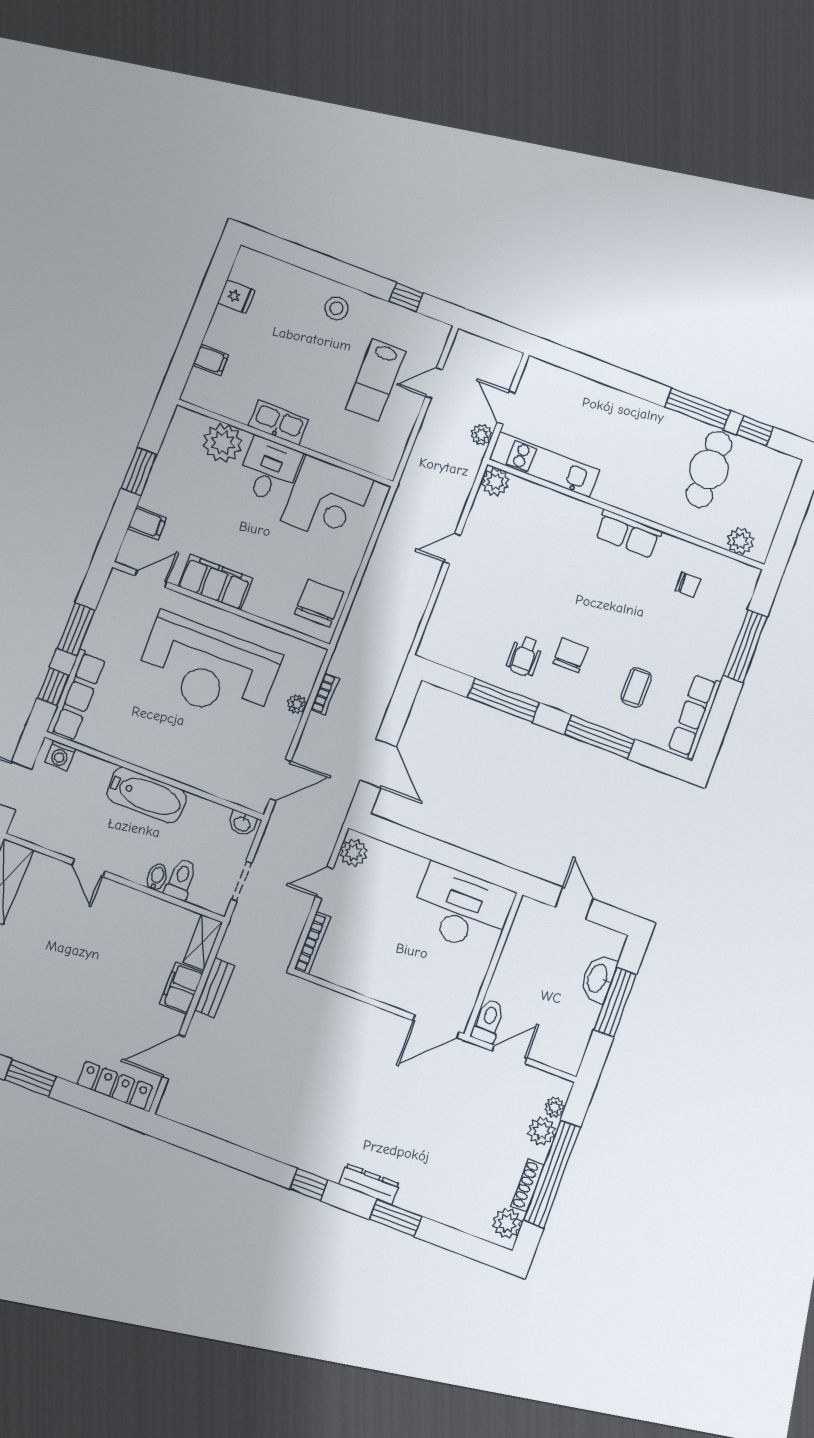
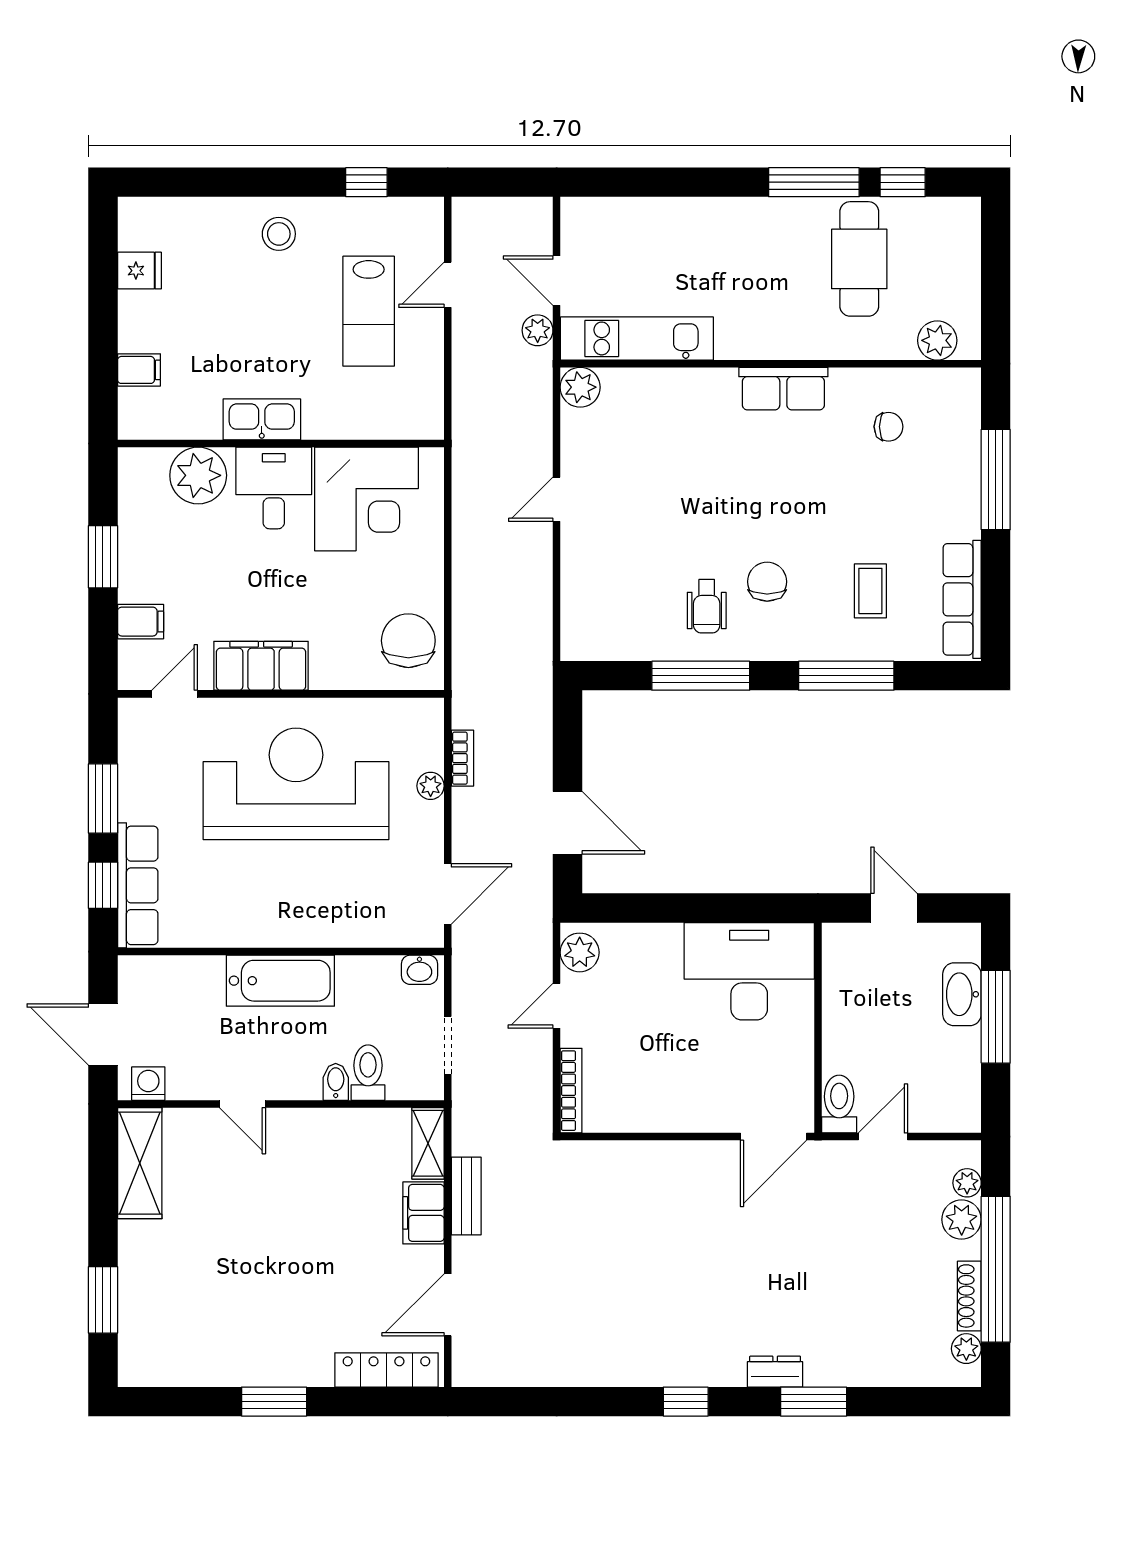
reception desk: (208, 669) -> (296, 784), turned 180
washing machine: (60, 755) -> (148, 1084), moved, turned 180
dresser: (369, 1184) -> (775, 1372), width x0.70
plant: (507, 1223) -> (966, 1349), width x0.73, depth x0.73

